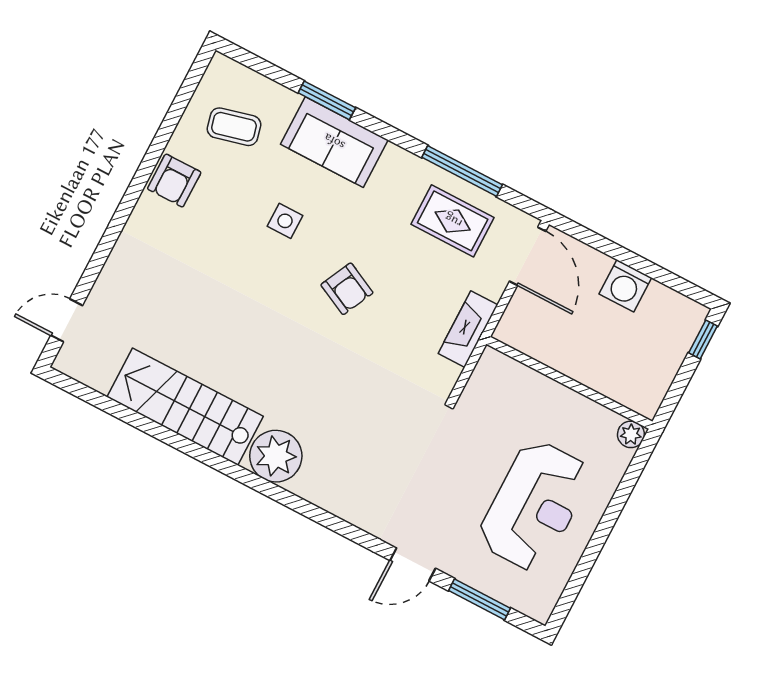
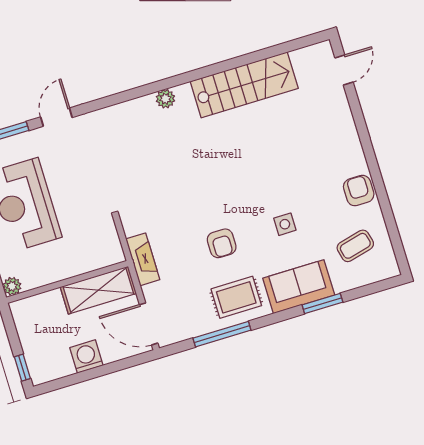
rug: (453, 221) -> (236, 297), moved
armchair: (347, 289) -> (222, 243), moved, turned -116
shelving: (545, 342) -> (98, 290), added
plant: (276, 456) -> (165, 99), width x0.53, depth x0.53

